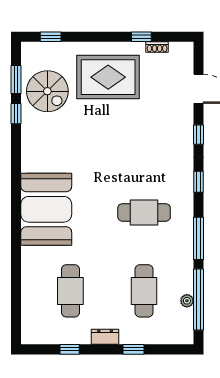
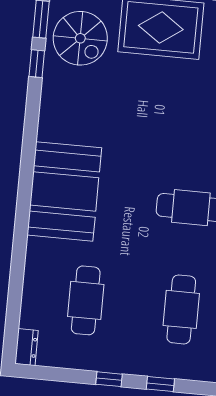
dresser: (105, 337) -> (27, 347), moved, turned 90
window: (70, 349) -> (109, 379), moved

